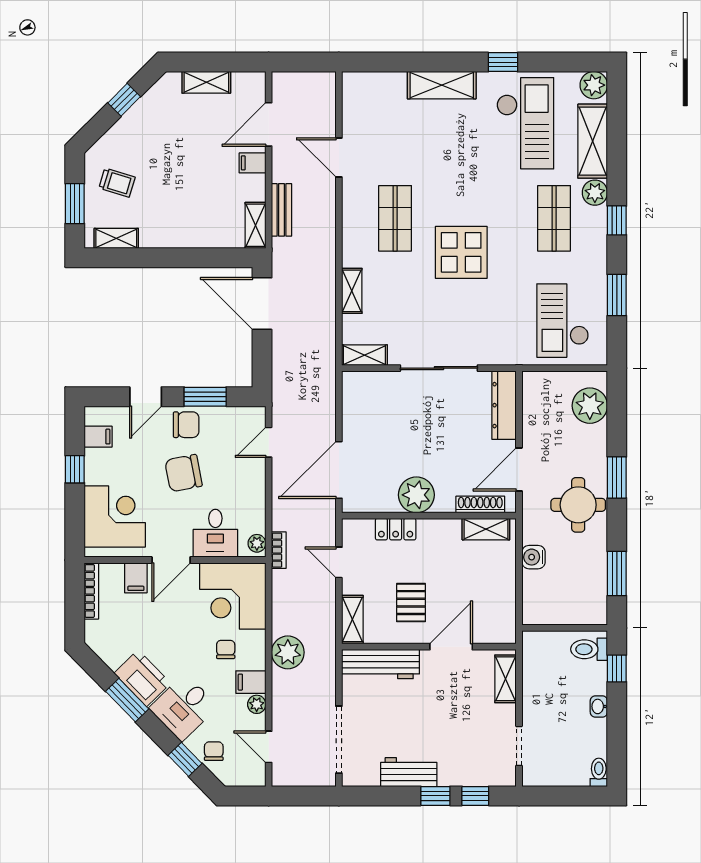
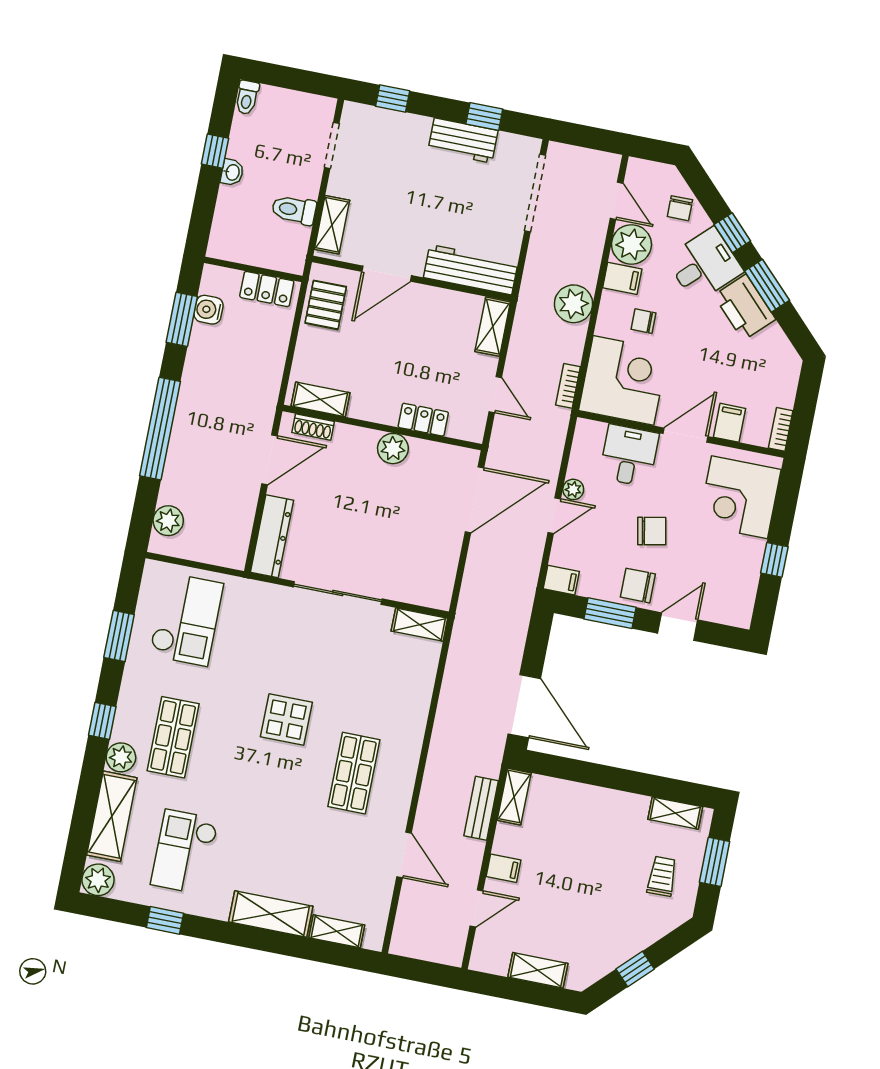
window: (503, 62) -> (165, 920), moved
checkout: (525, 123) -> (185, 852), width x0.73, depth x0.83
door: (269, 124) -> (476, 908), width x0.73
trolley: (117, 183) -> (662, 876), turned 72
display table: (461, 252) -> (286, 720), width x0.73, depth x0.73
shelving: (352, 291) -> (337, 931), moved, turned 90
plant: (590, 406) -> (168, 521), width x0.73, depth x0.73
filing cabinet: (98, 437) -> (561, 580), moved, turned 180
door: (269, 442) -> (554, 516), moved
chair: (183, 473) -> (652, 531), width x0.73, depth x0.73
window: (617, 477) -> (160, 429), width x2.11
plant: (416, 495) -> (393, 449), width x0.73, depth x0.73
shoe rack: (480, 504) -> (313, 427), width x0.70
round table: (578, 505) -> (210, 406), removed
plant: (257, 543) -> (573, 489), moved
bookcase: (279, 550) -> (568, 386), moved
water cooler: (534, 557) -> (208, 310), moved, turned 180
bookcase: (91, 591) -> (781, 429), width x0.64
pallet: (411, 603) -> (326, 305), moved
locker: (550, 614) -> (267, 289), added
chair: (226, 649) -> (644, 321), turned 90
toilet: (589, 649) -> (294, 210), moved, turned 180
window: (617, 668) -> (215, 151), moved
plant: (257, 704) -> (631, 244), width x1.88, depth x1.88
window: (185, 759) -> (732, 233), moved
window: (435, 796) -> (484, 117), moved

